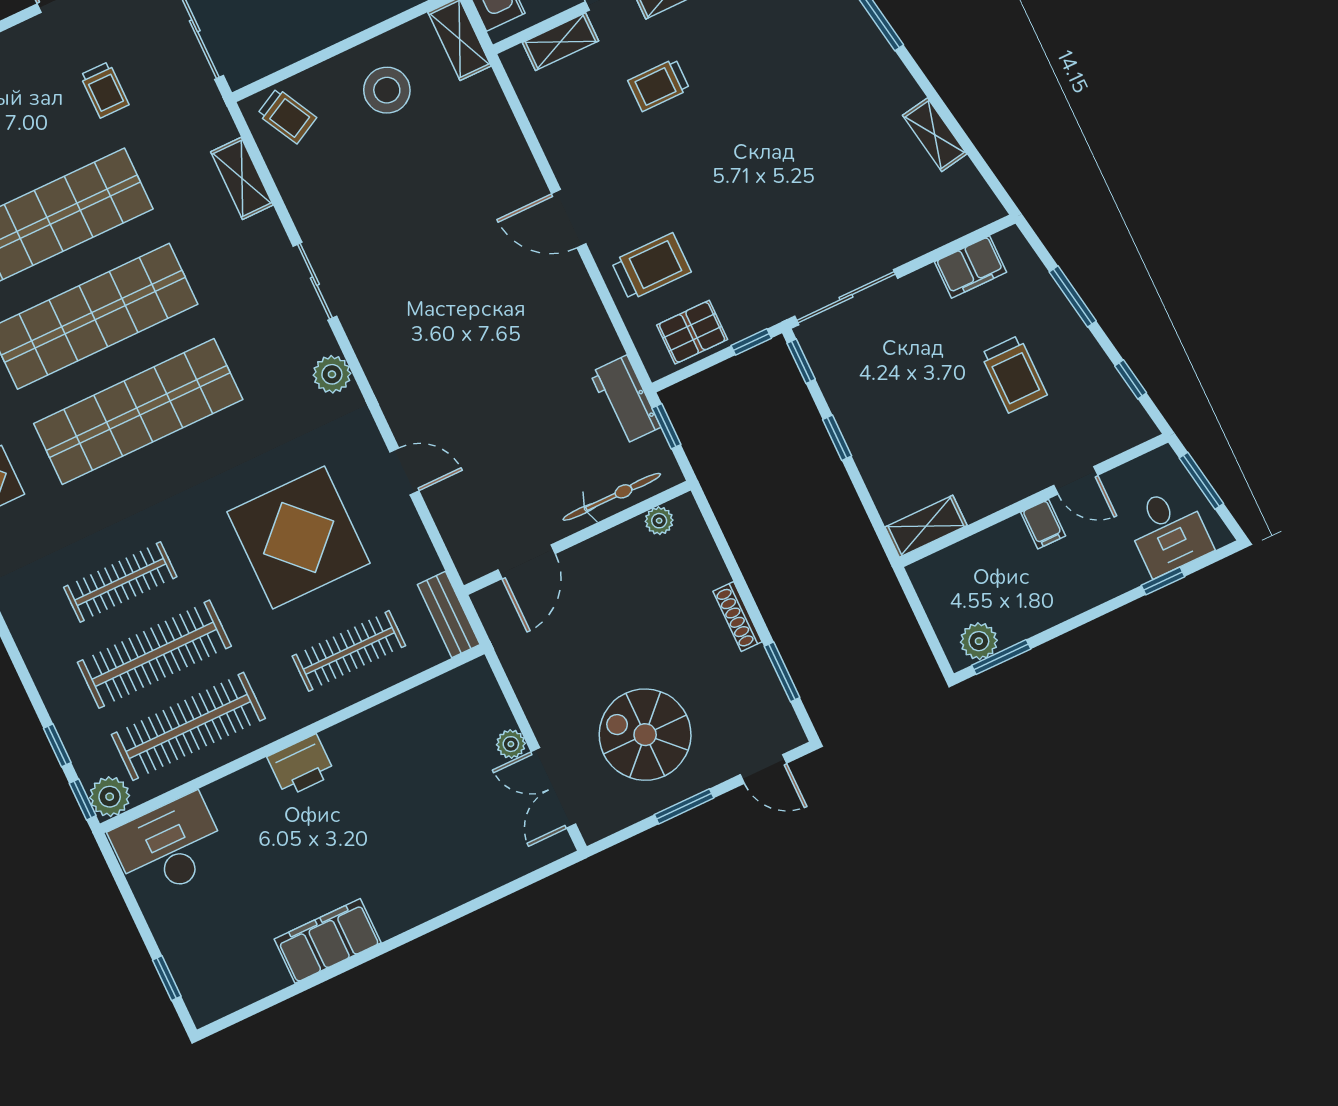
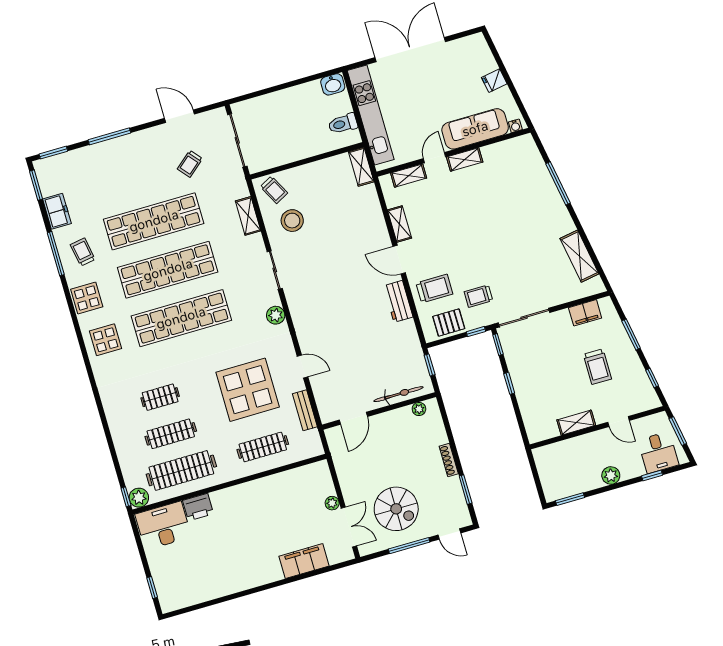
trolley: (659, 85) -> (478, 296), moved
trolley: (105, 90) -> (190, 164), turned 50
stool: (387, 90) -> (292, 221), moved
shelving: (935, 135) -> (579, 256), width x1.50, depth x1.33
shelving: (558, 145) -> (399, 224), added
workbench: (625, 400) -> (398, 301), moved
filing cabinet: (1043, 524) -> (600, 440), removed
shelving: (926, 526) -> (576, 423), moved
clothes rail: (120, 582) -> (160, 397), width x0.73
bench: (449, 614) -> (305, 410), moved
plant: (979, 641) -> (611, 475), moved
clothes rail: (154, 654) -> (171, 434), width x0.73, depth x0.76
spiral stairs: (645, 735) -> (396, 509), turned 180
window: (57, 745) -> (118, 469), removed
printer: (301, 766) -> (198, 507), moved
double door: (553, 788) -> (349, 527), swing flipped
window: (684, 806) -> (409, 546), width x1.44
filing cabinet: (328, 941) -> (304, 561), moved

